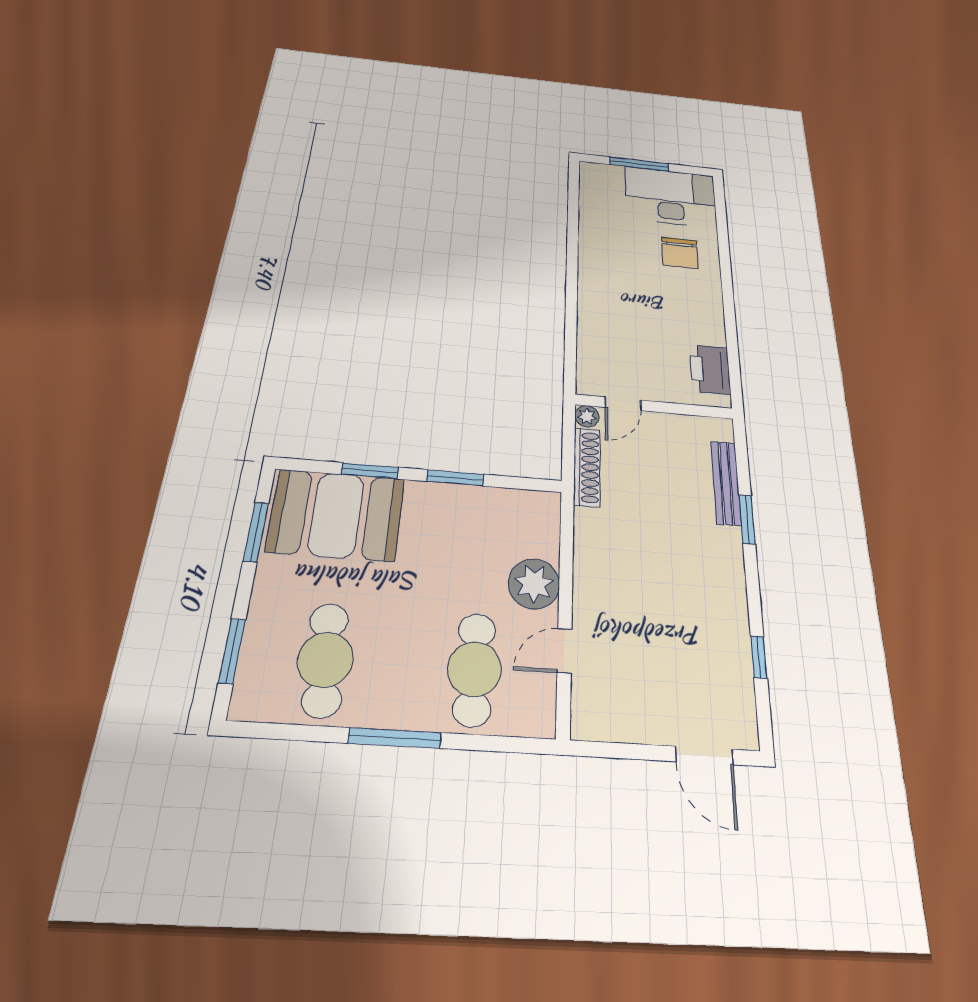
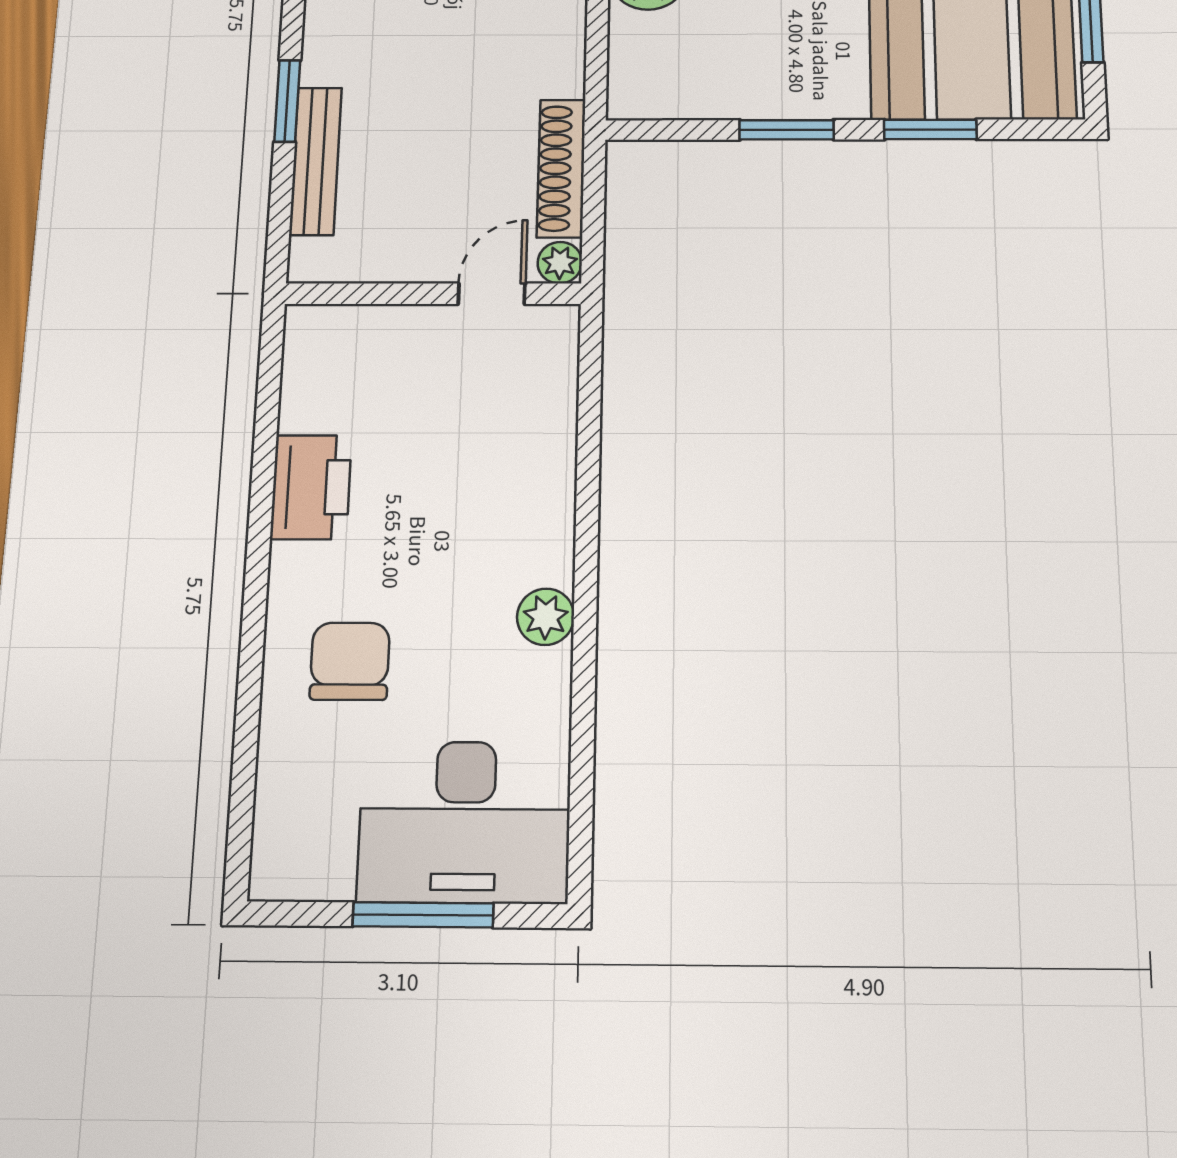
desk: (671, 197) -> (465, 822), moved
plant: (591, 260) -> (546, 617), added
printer: (710, 369) -> (311, 487), moved

